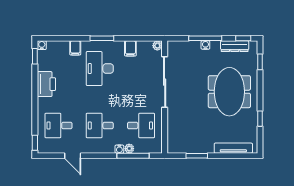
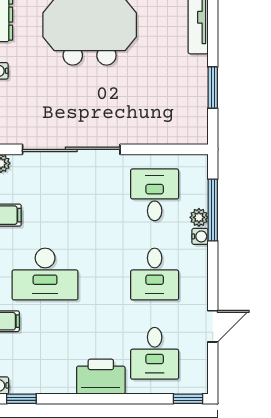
printer: (46, 84) -> (101, 377), moved

